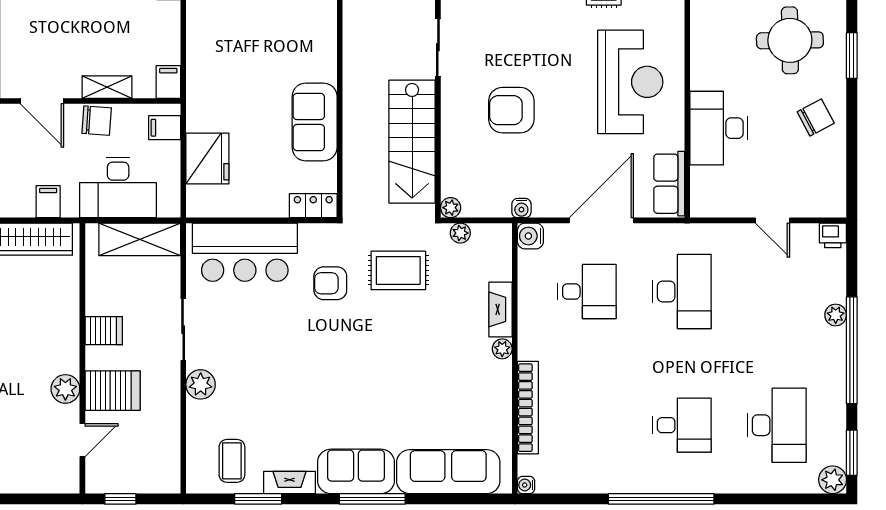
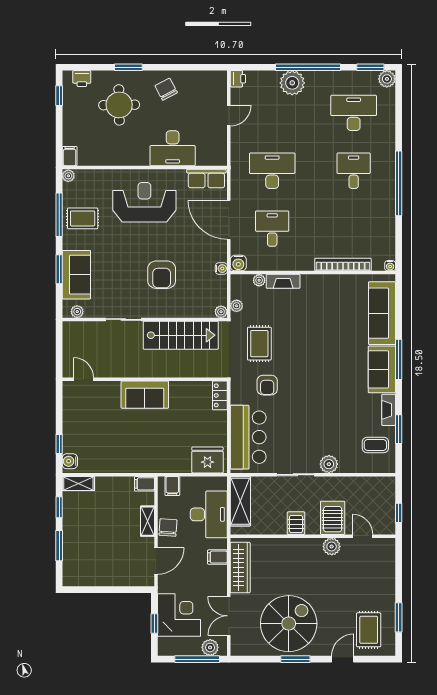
sofa: (315, 122) -> (145, 395), moved
fridge: (207, 158) -> (207, 460), moved
plant: (836, 315) -> (292, 83), width x1.88, depth x1.88
plant: (502, 349) -> (259, 280), moved

